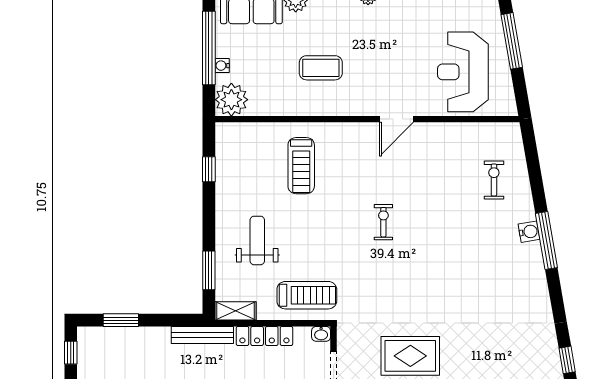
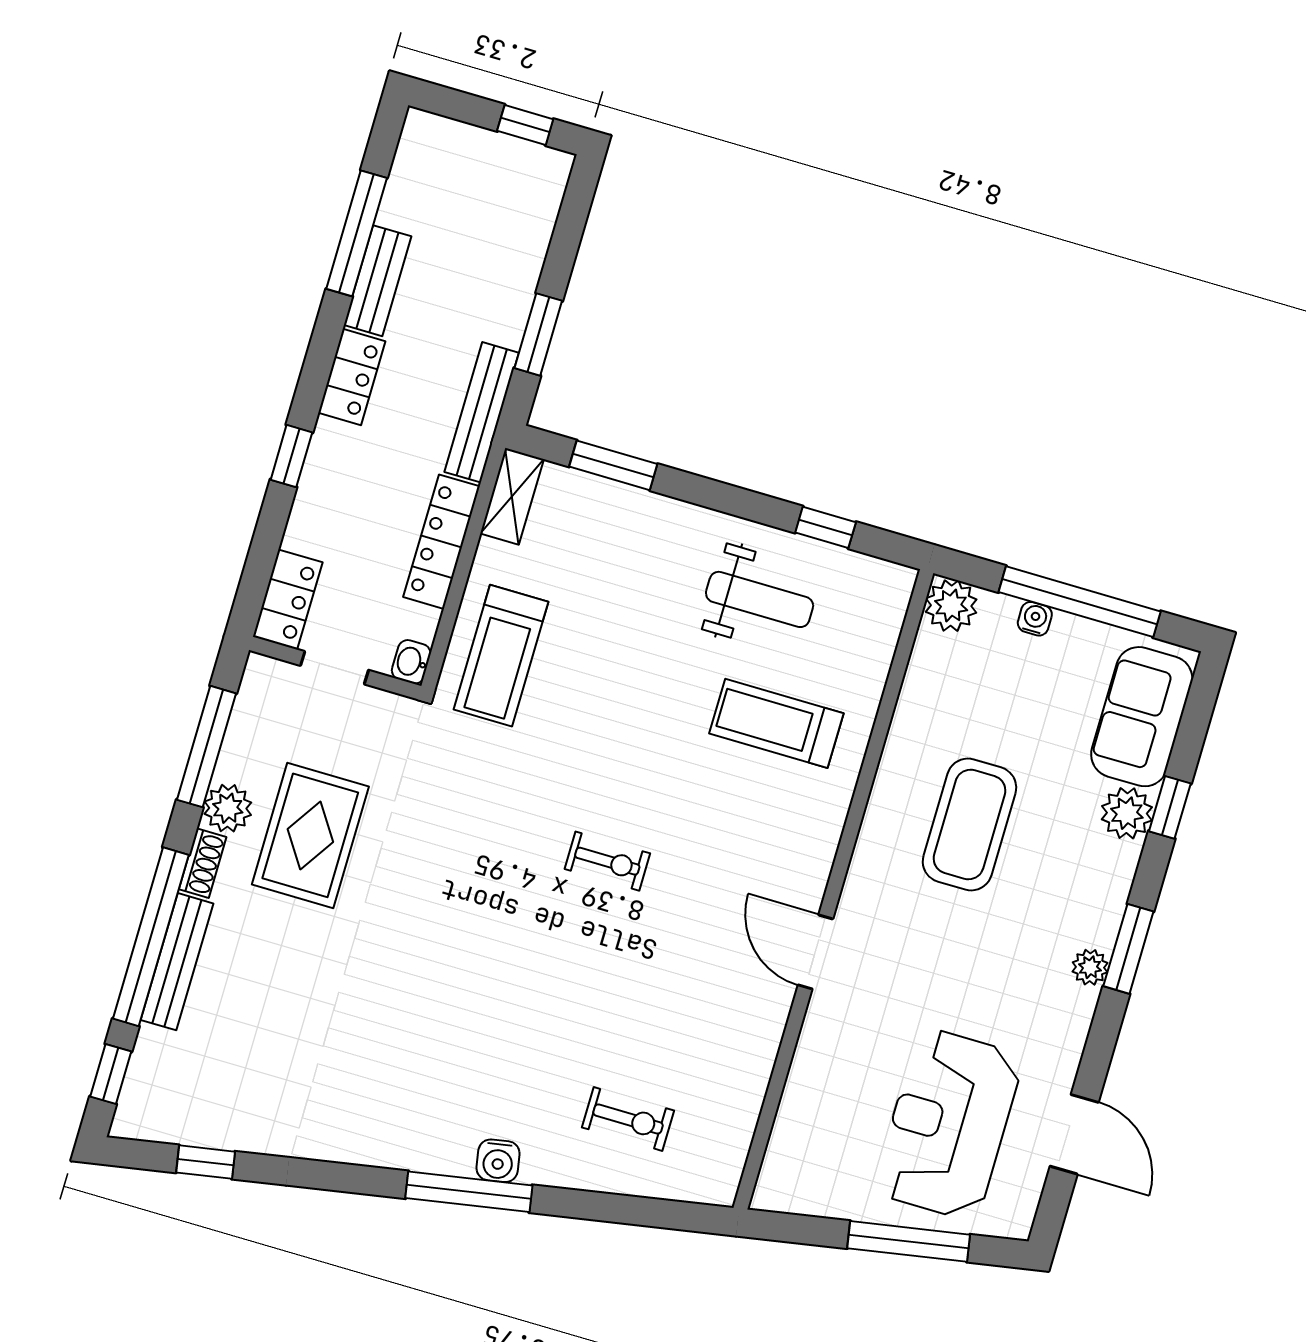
coffee table: (321, 68) -> (969, 824), width x1.36, depth x1.32
reception desk: (463, 72) -> (948, 1124), moved, turned -90
plant: (231, 100) -> (951, 606), width x0.73, depth x0.73
weight bench: (257, 240) -> (760, 599), moved
window: (121, 320) -> (538, 334), moved

